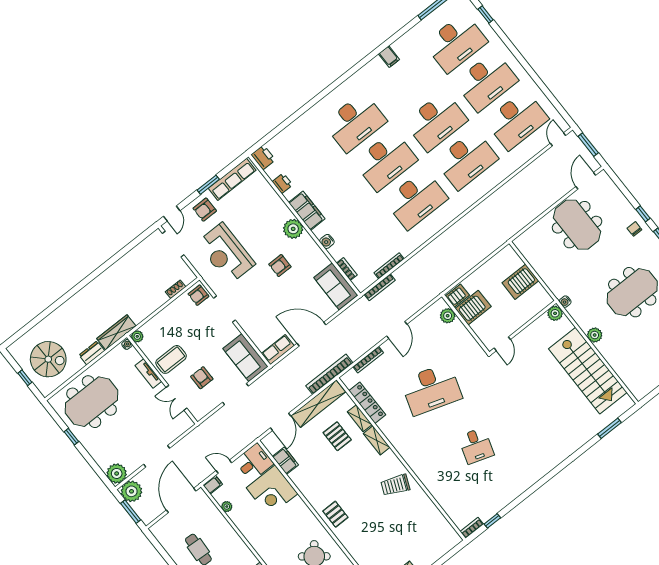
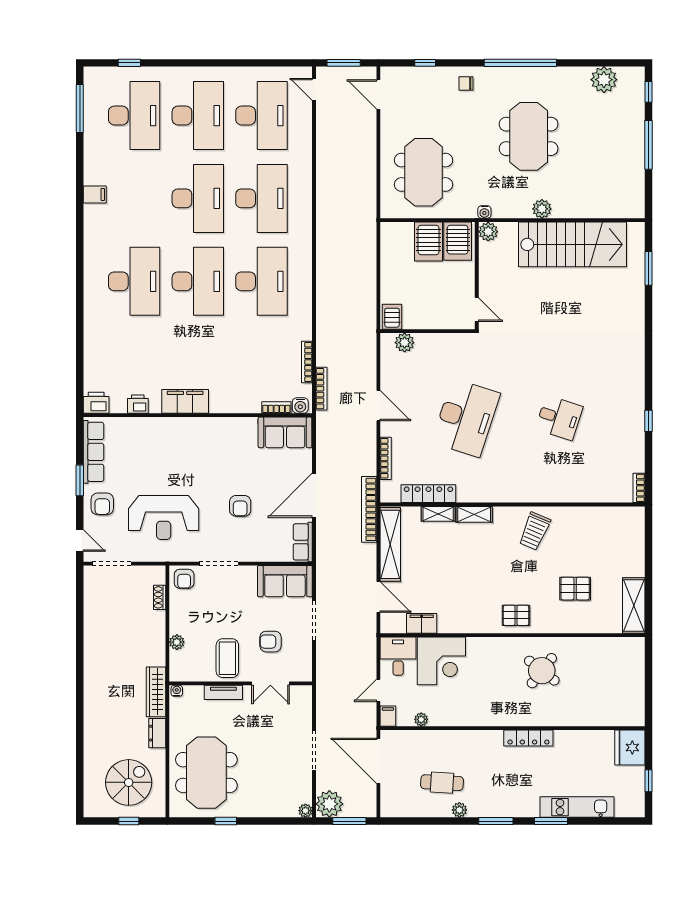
window: (643, 214) -> (425, 63), moved
meeting table: (577, 225) -> (423, 172), moved, turned 90
plant: (293, 229) -> (193, 430), removed
water cooler: (327, 241) -> (300, 405), moved
armchair: (280, 266) -> (240, 506), moved
server rack: (473, 308) -> (458, 241), moved, turned 180
plant: (137, 336) -> (177, 642), moved
pallet: (337, 436) -> (575, 589), moved
plant: (117, 473) -> (305, 811), width x0.53, depth x0.53
window: (492, 521) -> (648, 421), moved

